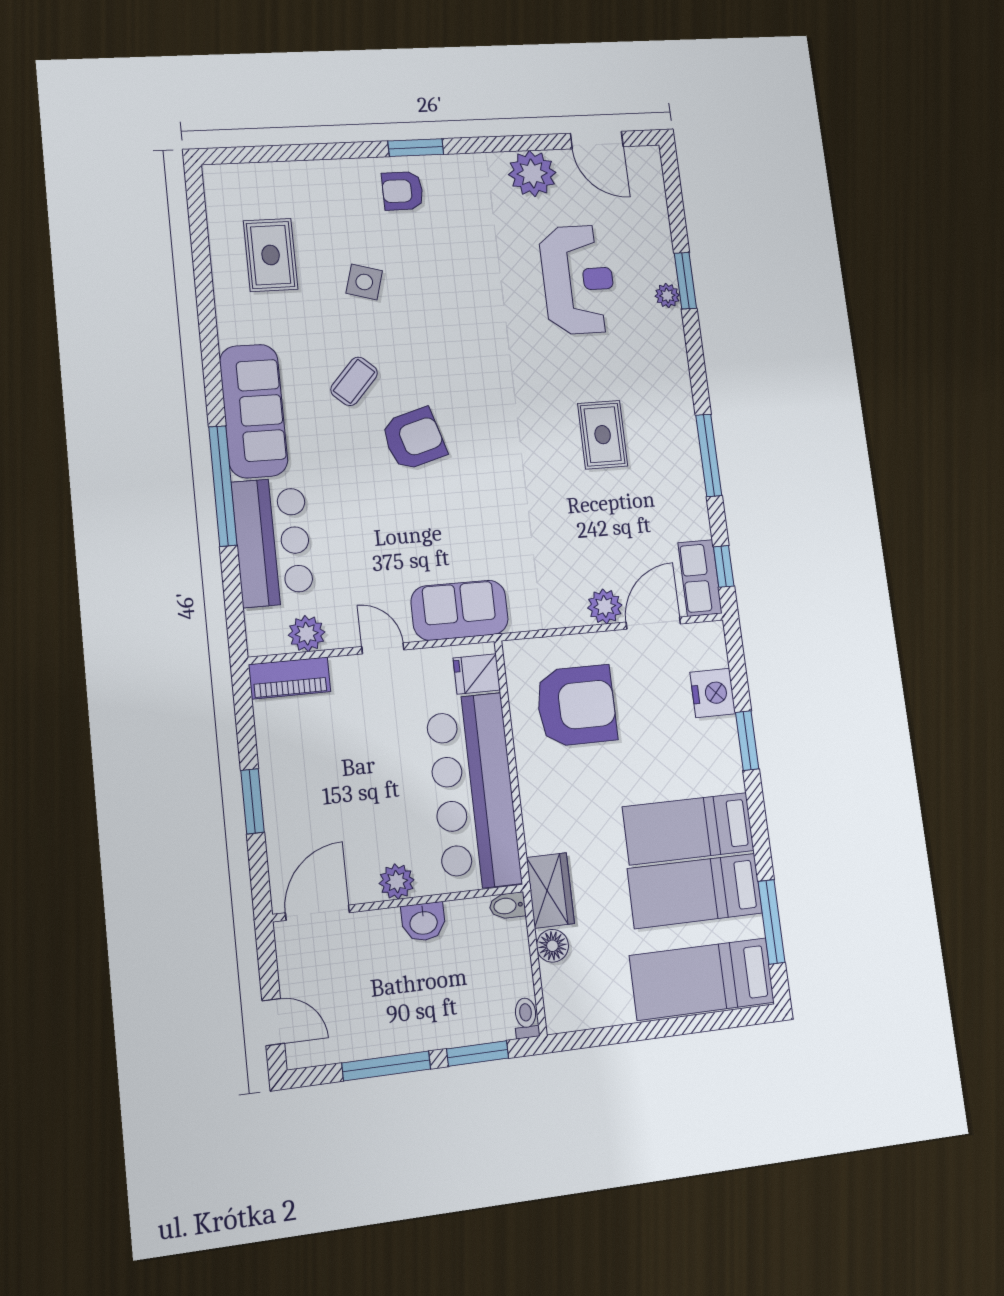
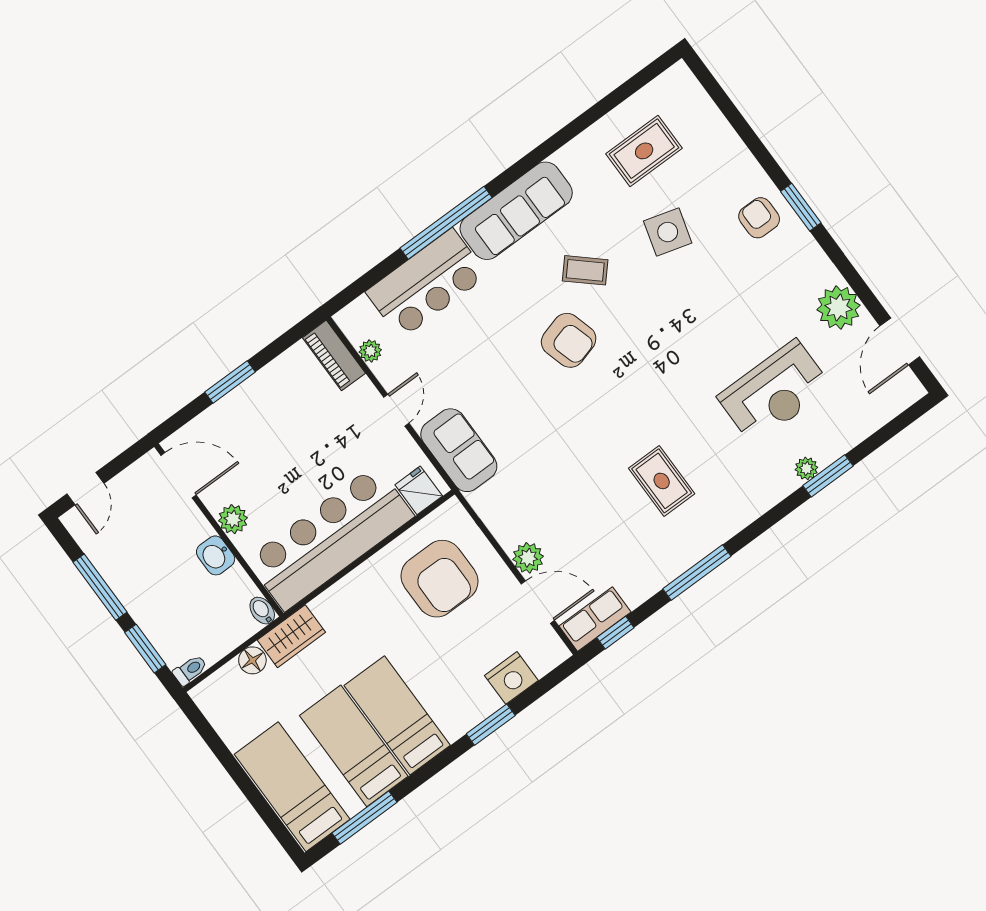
side table: (364, 282) -> (668, 232), width x1.37, depth x1.37
rug: (603, 435) -> (662, 481), turned 90
plant: (307, 634) -> (370, 351), width x0.73, depth x0.73

